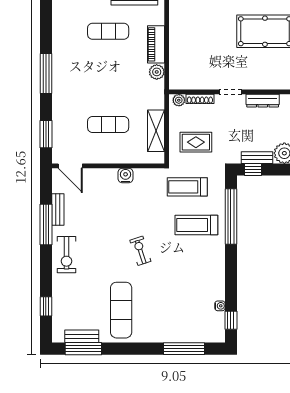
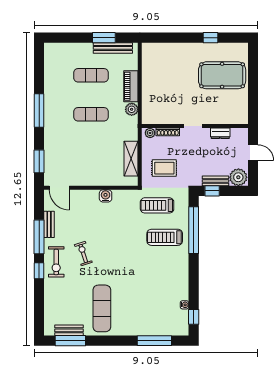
dresser: (263, 101) -> (220, 133), width x0.70
exercise mat: (108, 124) -> (91, 114), moved
exercise bike: (140, 251) -> (83, 253), moved
window: (46, 306) -> (39, 271), moved

